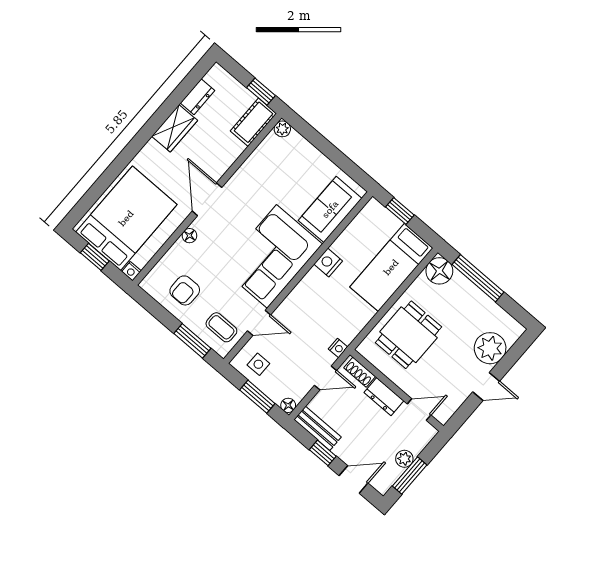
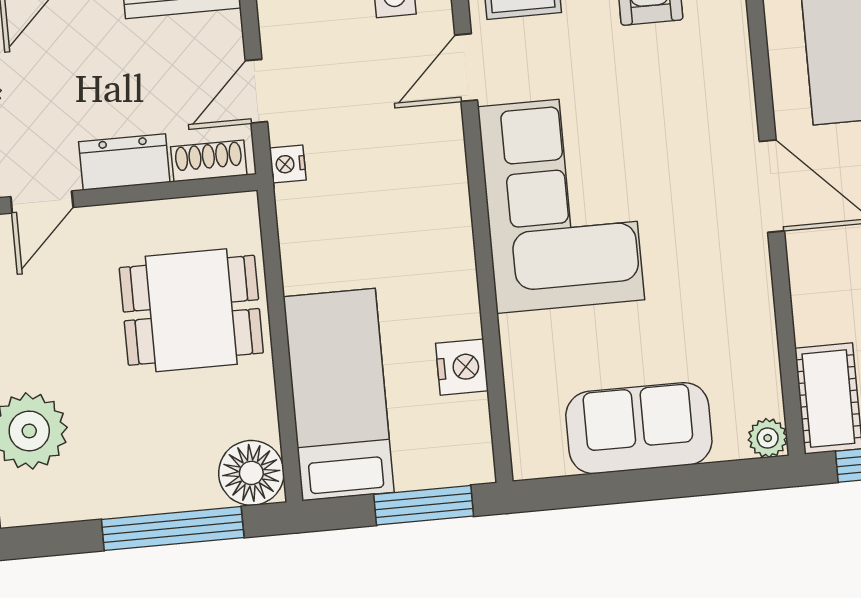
sofa: (330, 209) -> (639, 428), moved, turned -90
window: (400, 211) -> (424, 505), width x1.50
floor lamp: (189, 236) -> (738, 93), removed
nightstand: (328, 263) -> (462, 367), moved
dining table: (409, 335) -> (191, 310), turned 90

